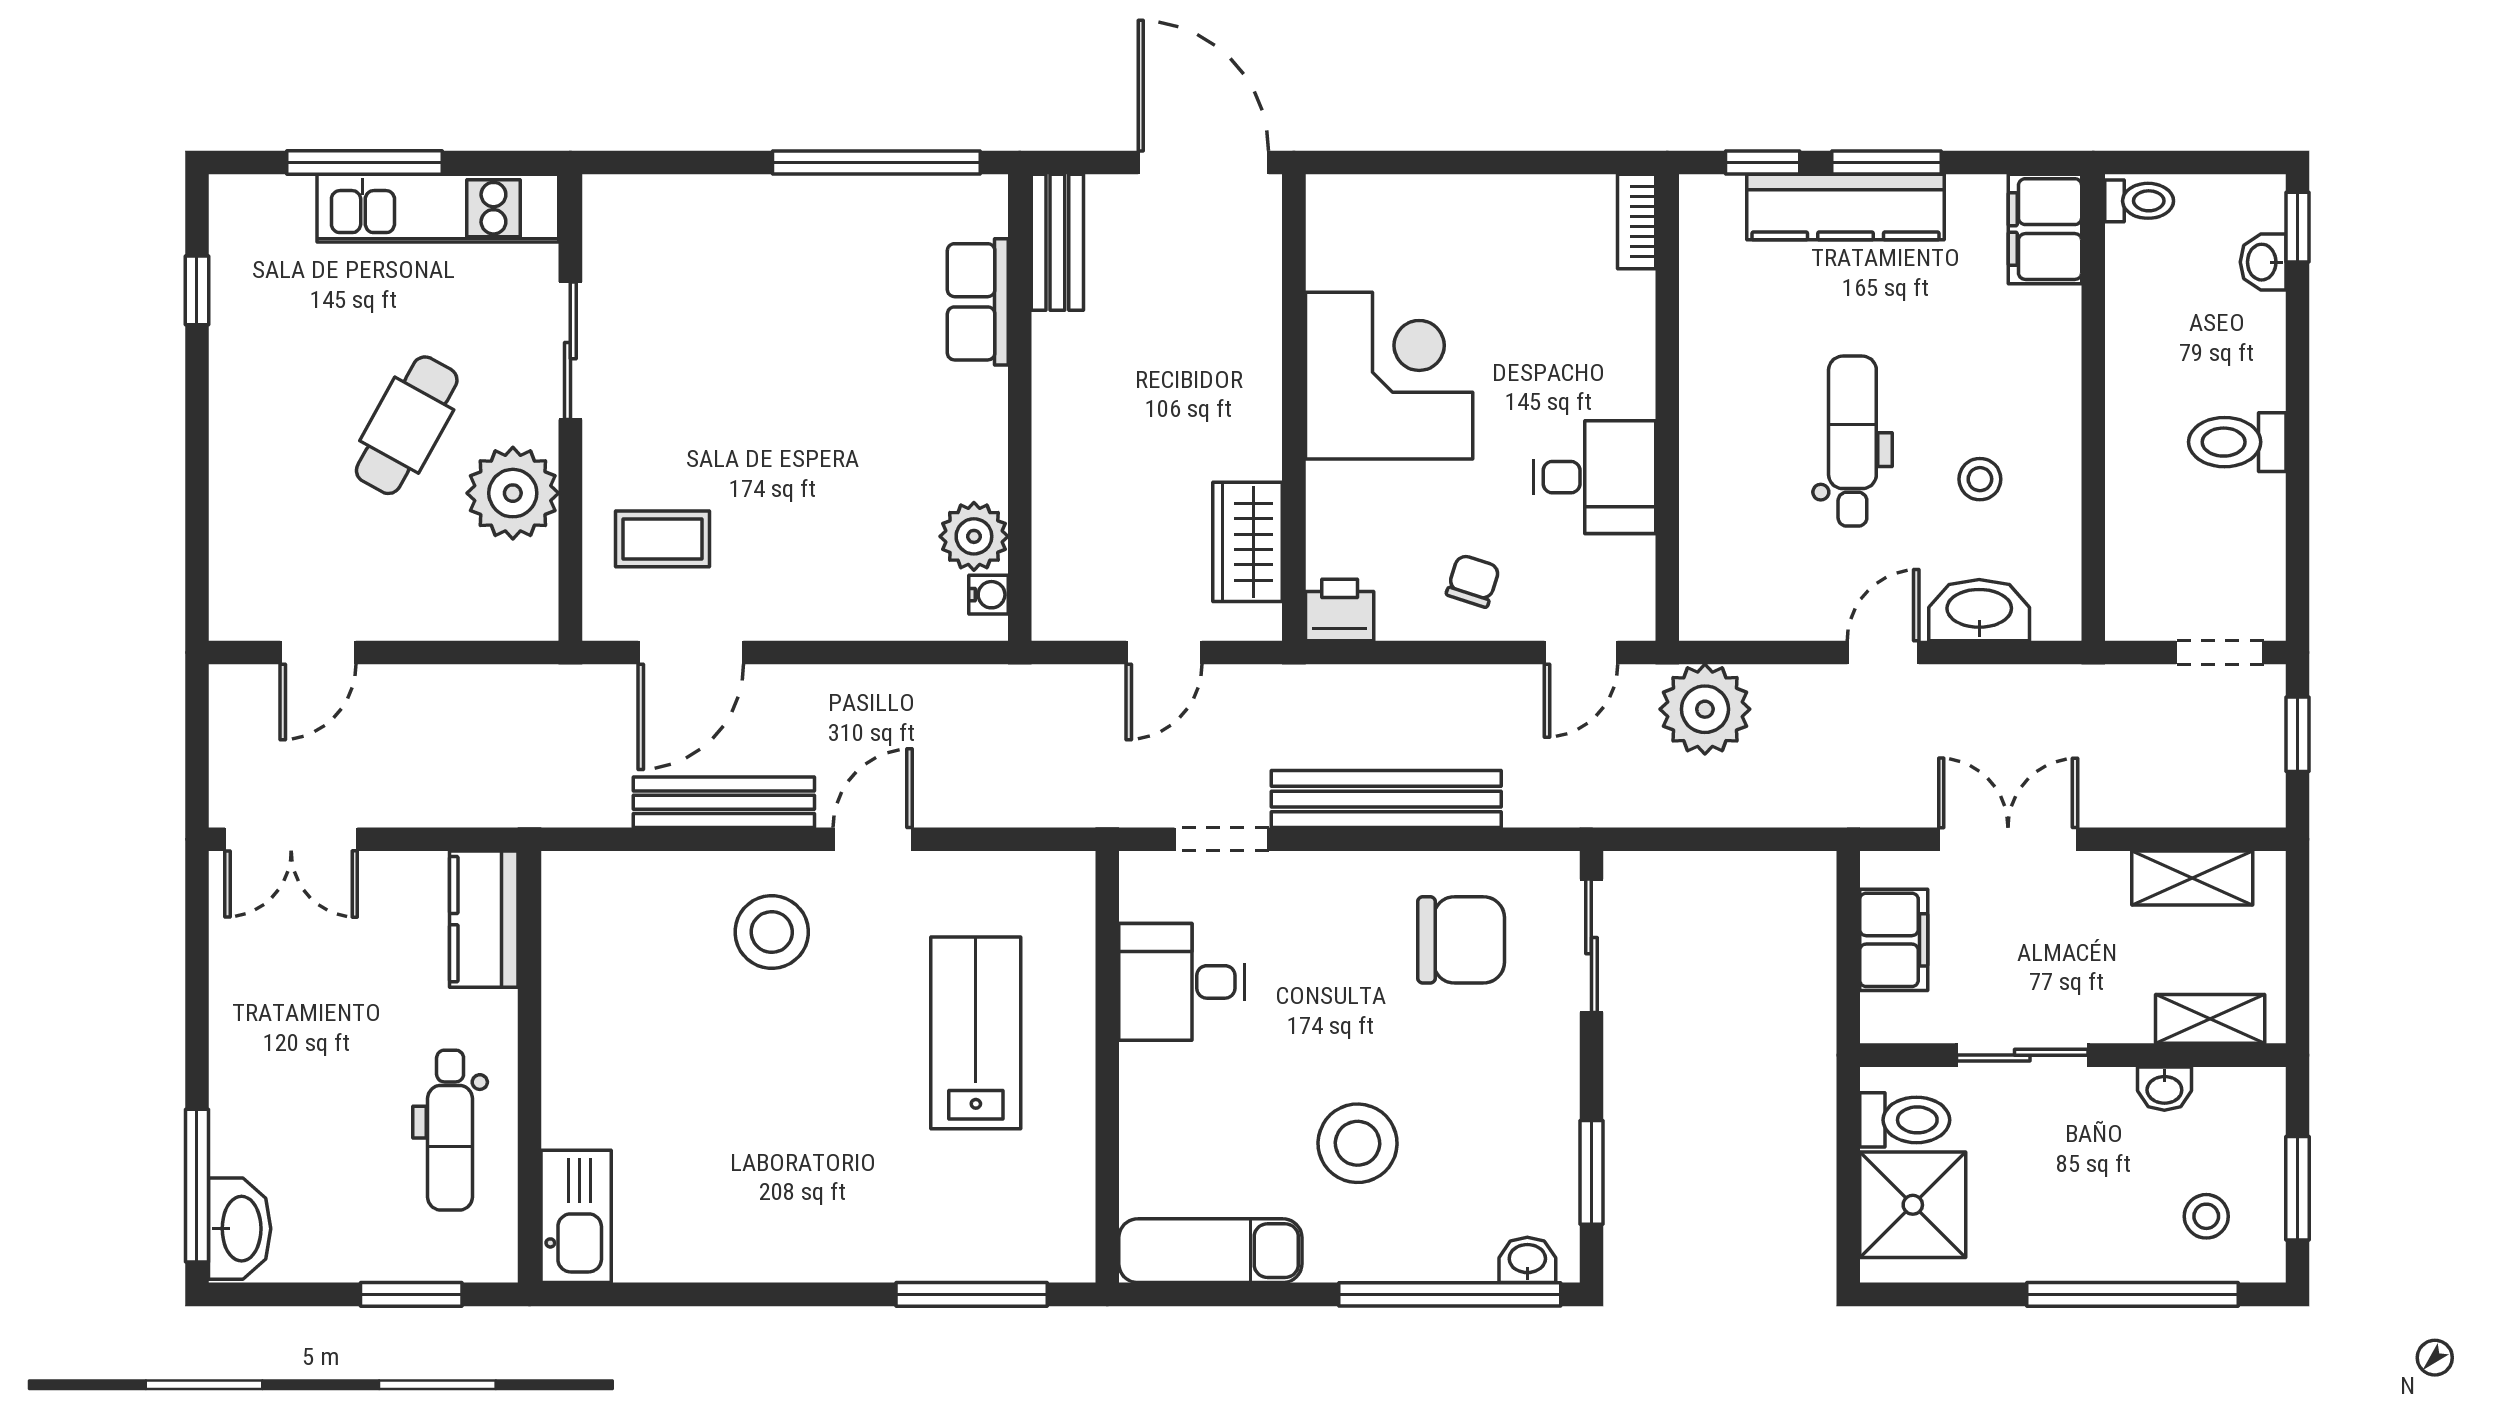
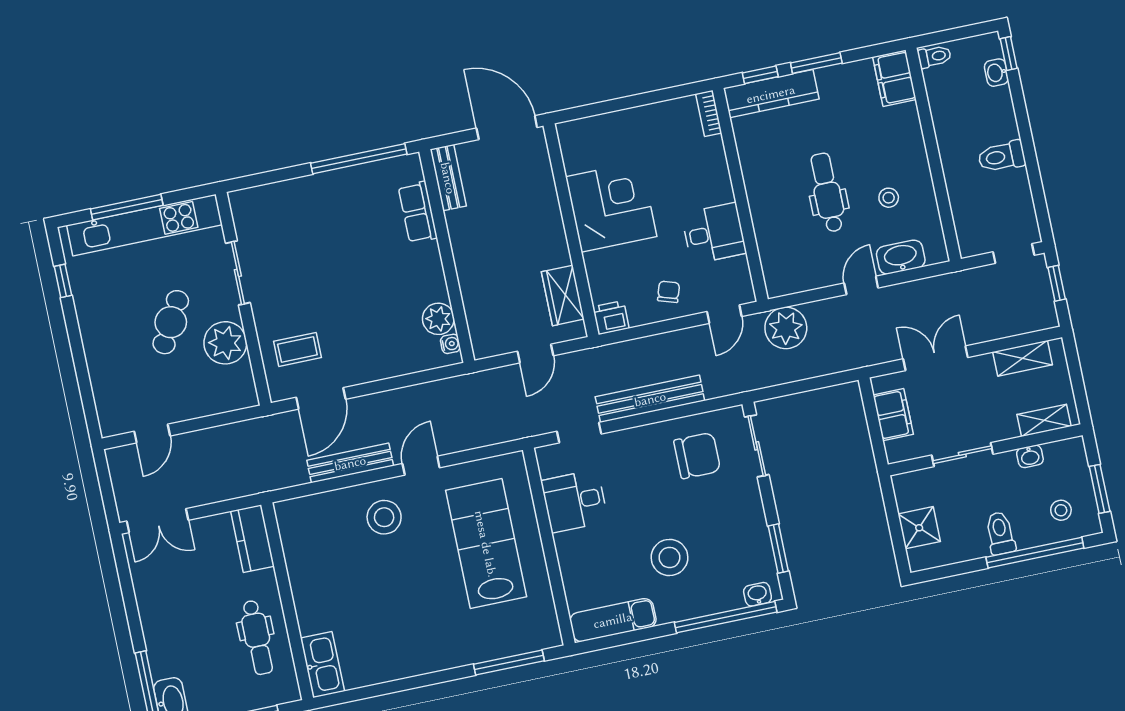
kitchen counter: (1846, 207) -> (771, 94), moved
kitchen unit: (438, 208) -> (144, 225), width x1.36
lab bench: (976, 1033) -> (486, 544), width x1.36, depth x1.39
toilet: (1905, 1120) -> (1000, 533), moved, turned -90
shower: (1913, 1205) -> (919, 528), width x0.73, depth x0.73

